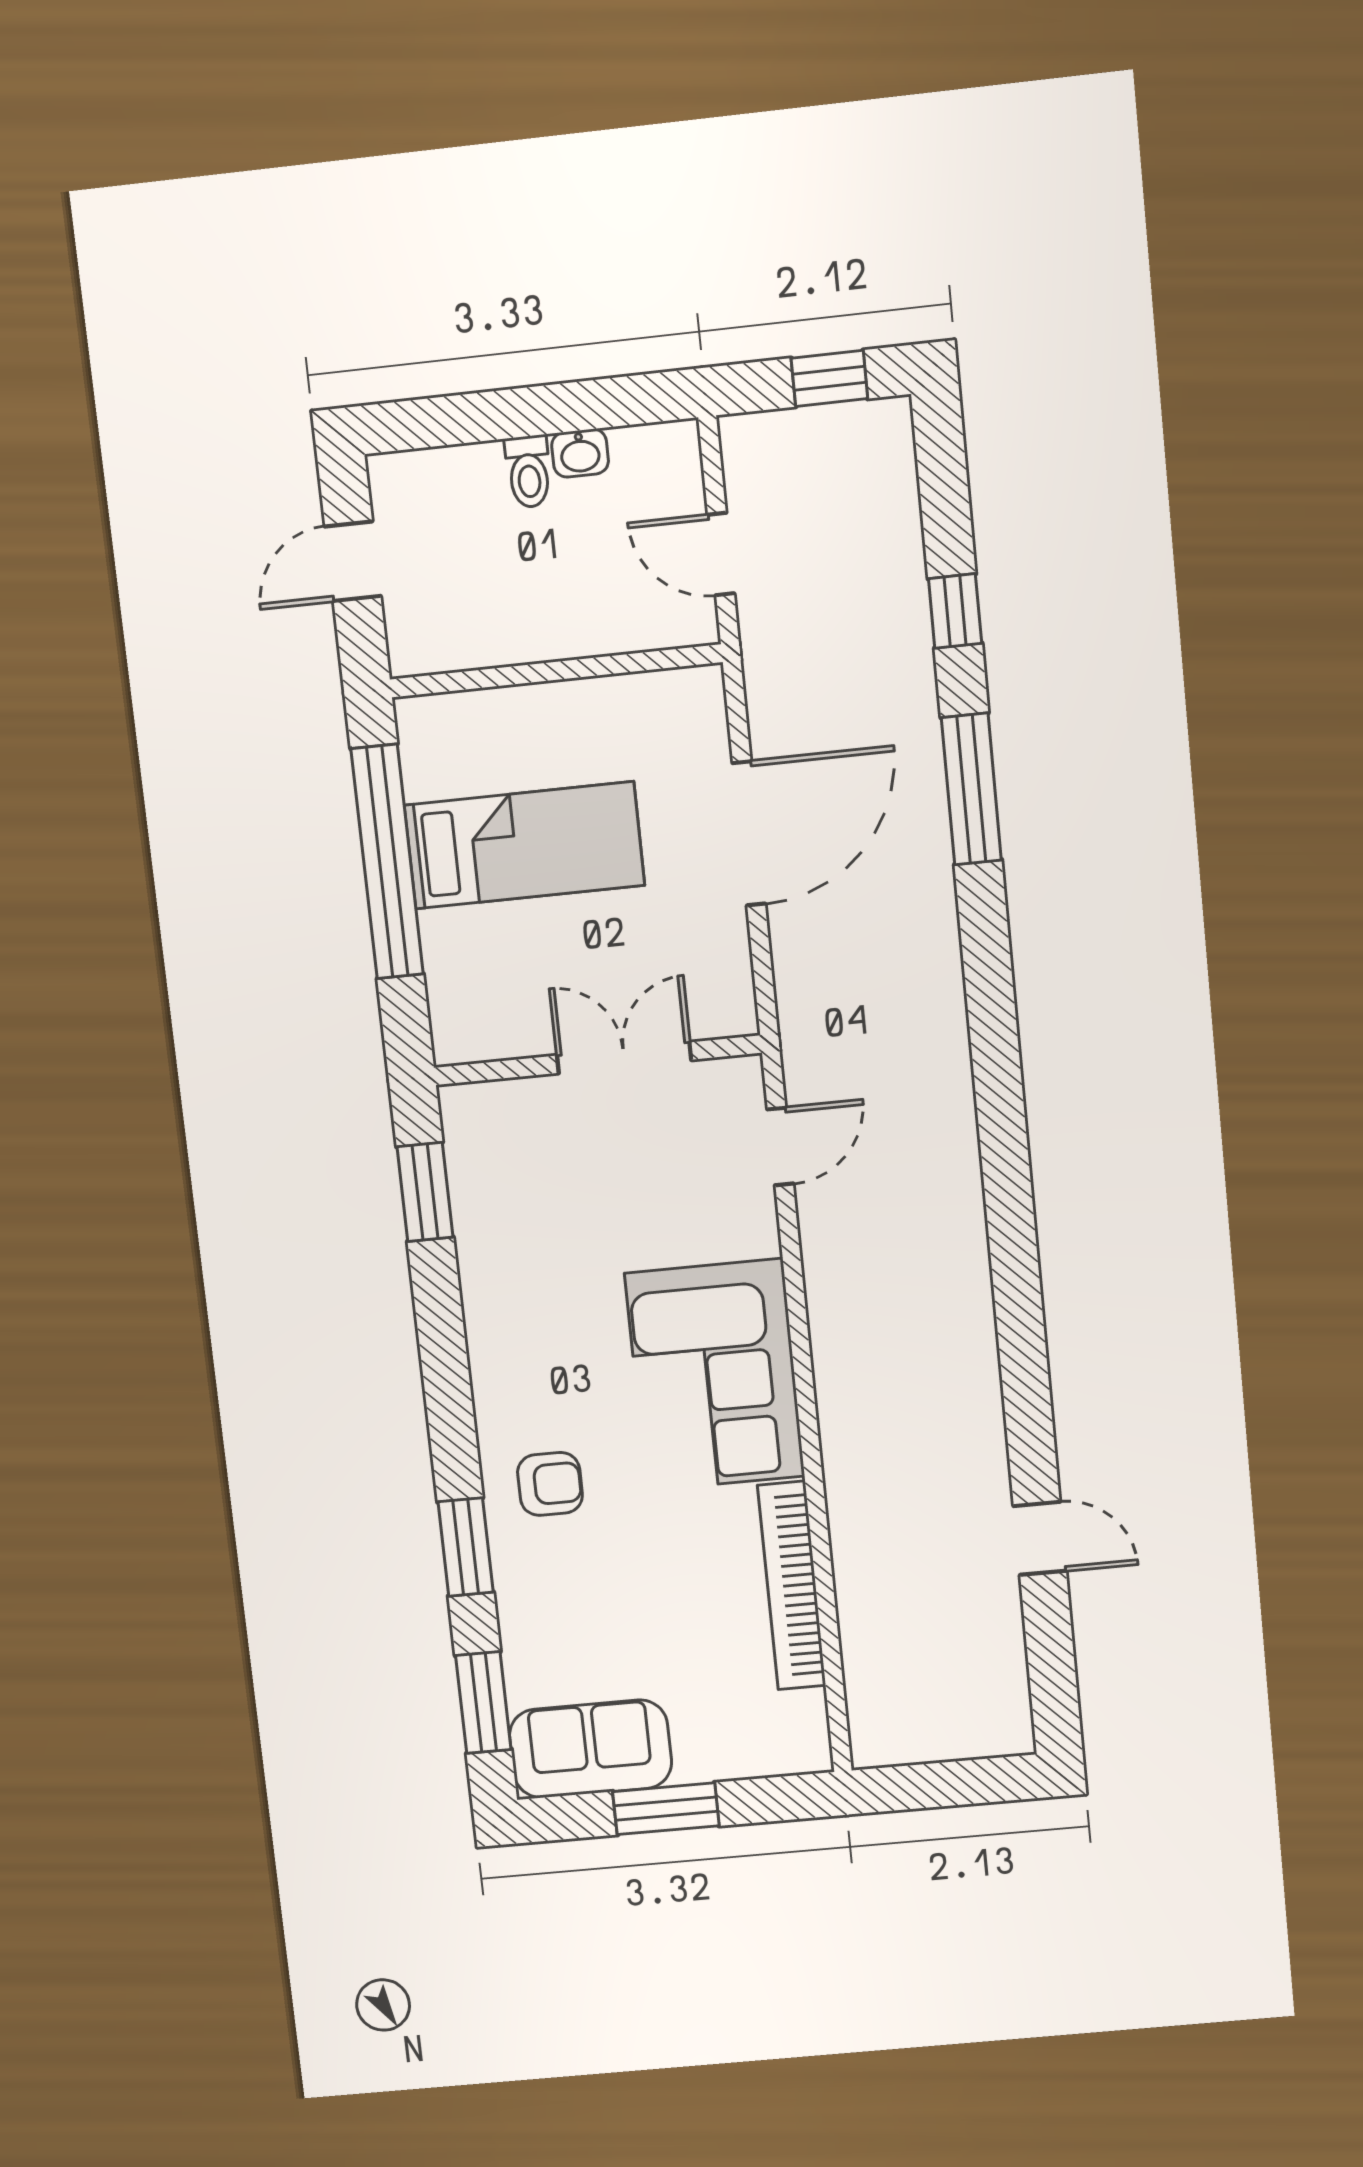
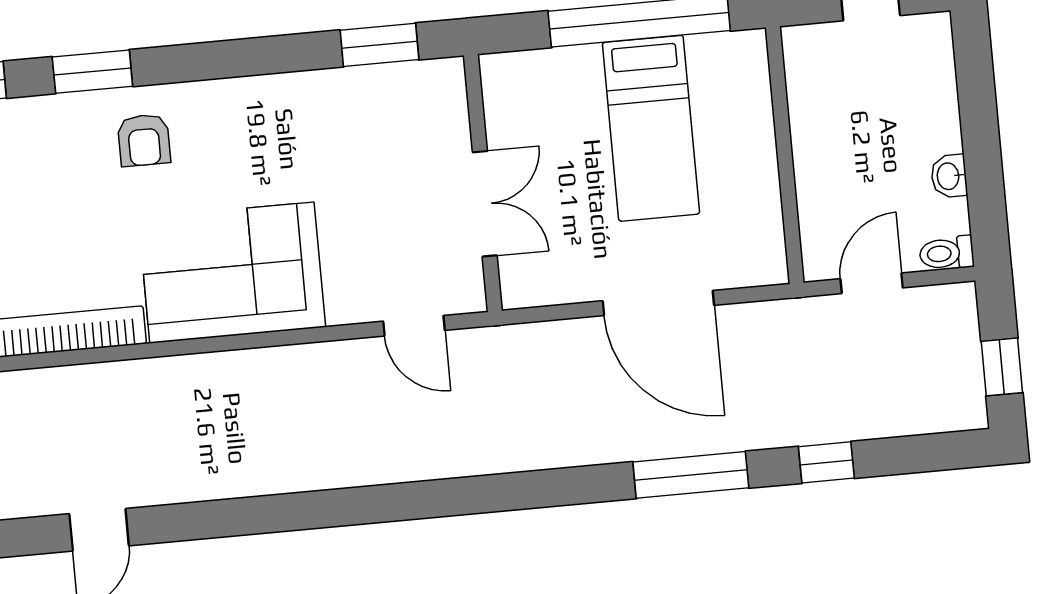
toilet: (528, 472) -> (947, 253), moved

